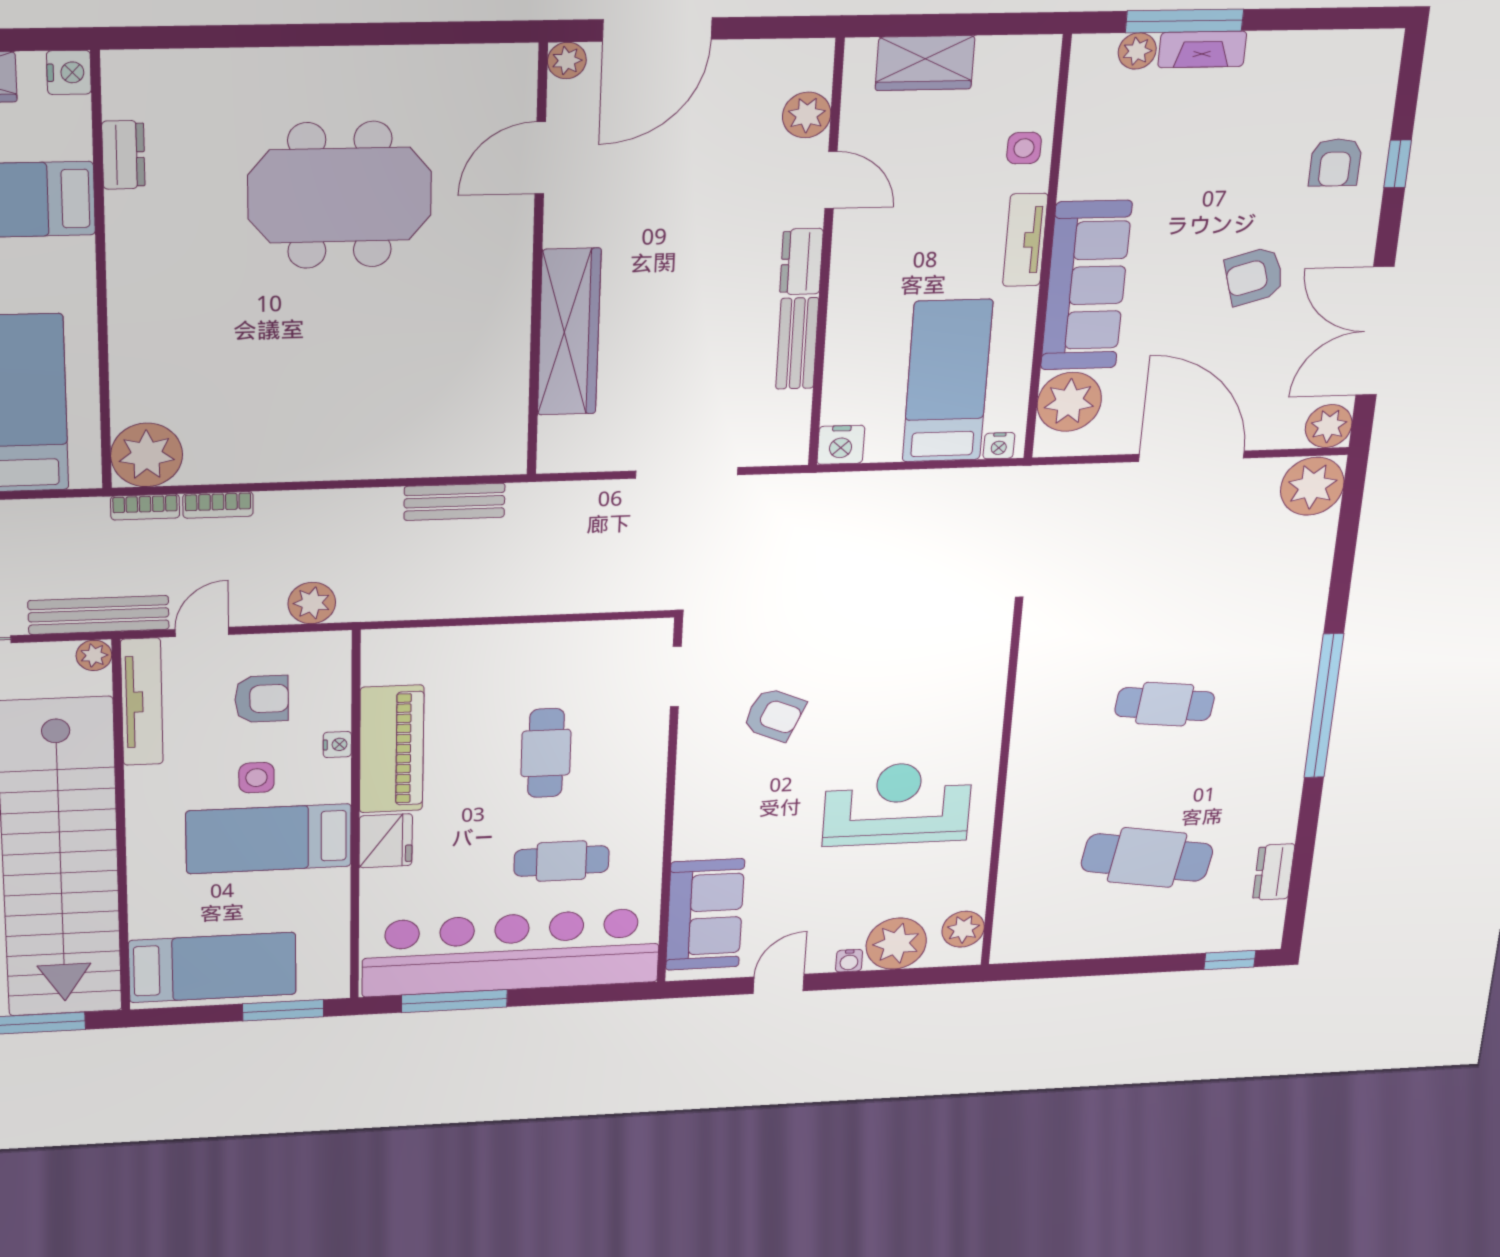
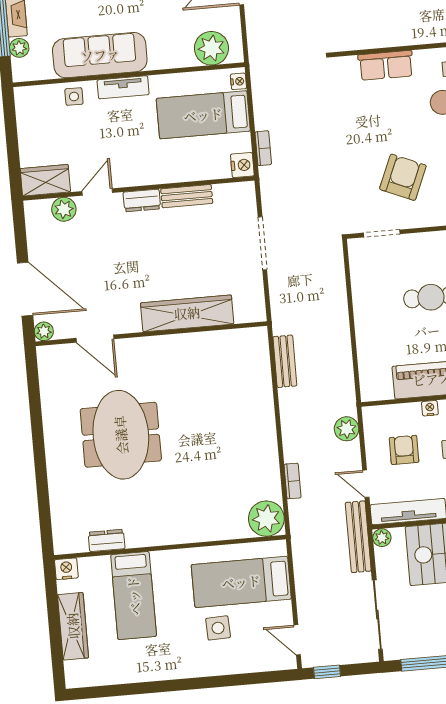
wardrobe: (925, 63) -> (45, 180), moved, turned -90
sofa: (1086, 286) -> (100, 55), moved
bookcase: (145, 507) -> (263, 148), moved
row of seats: (982, 694) -> (386, 65), added
armchair: (774, 715) -> (403, 177), width x1.38, depth x1.38

